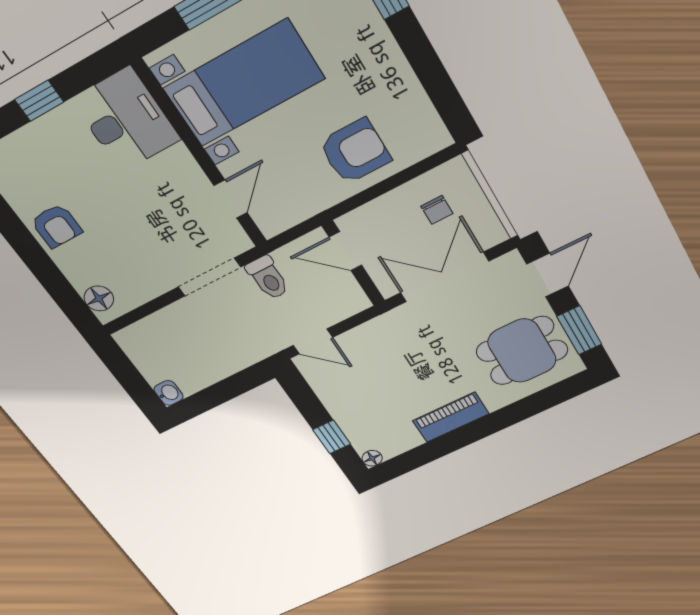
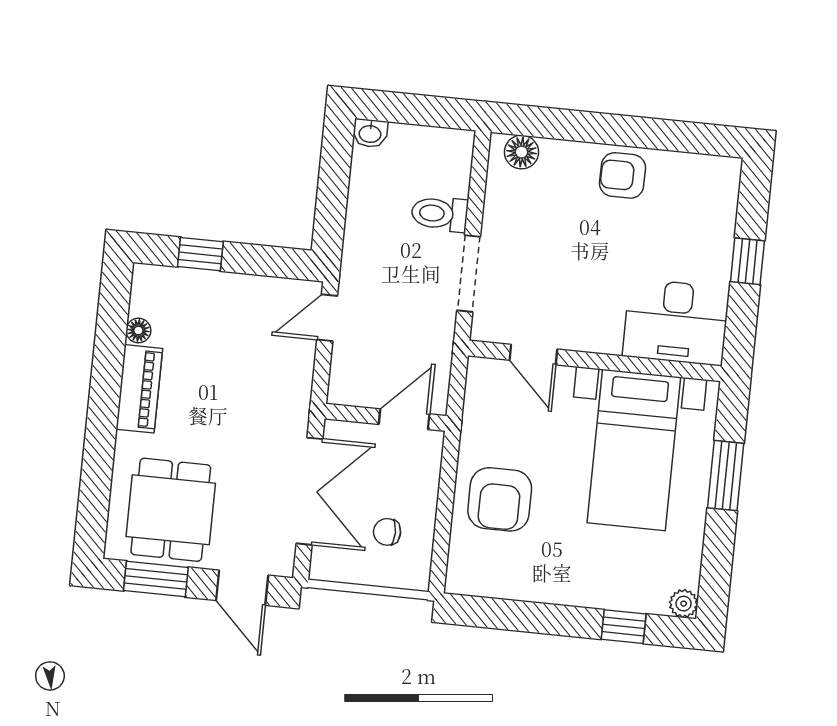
toilet: (268, 278) -> (440, 214), moved
floor lamp: (372, 458) -> (138, 330), moved

